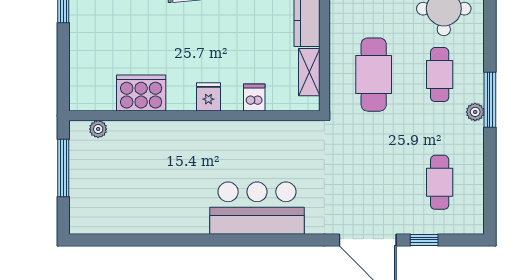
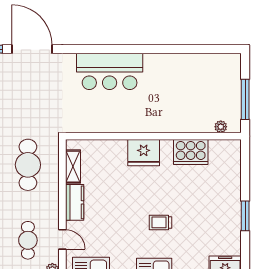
fridge: (208, 97) -> (144, 153), width x1.88, depth x1.34
dishwasher: (254, 97) -> (111, 149), removed

